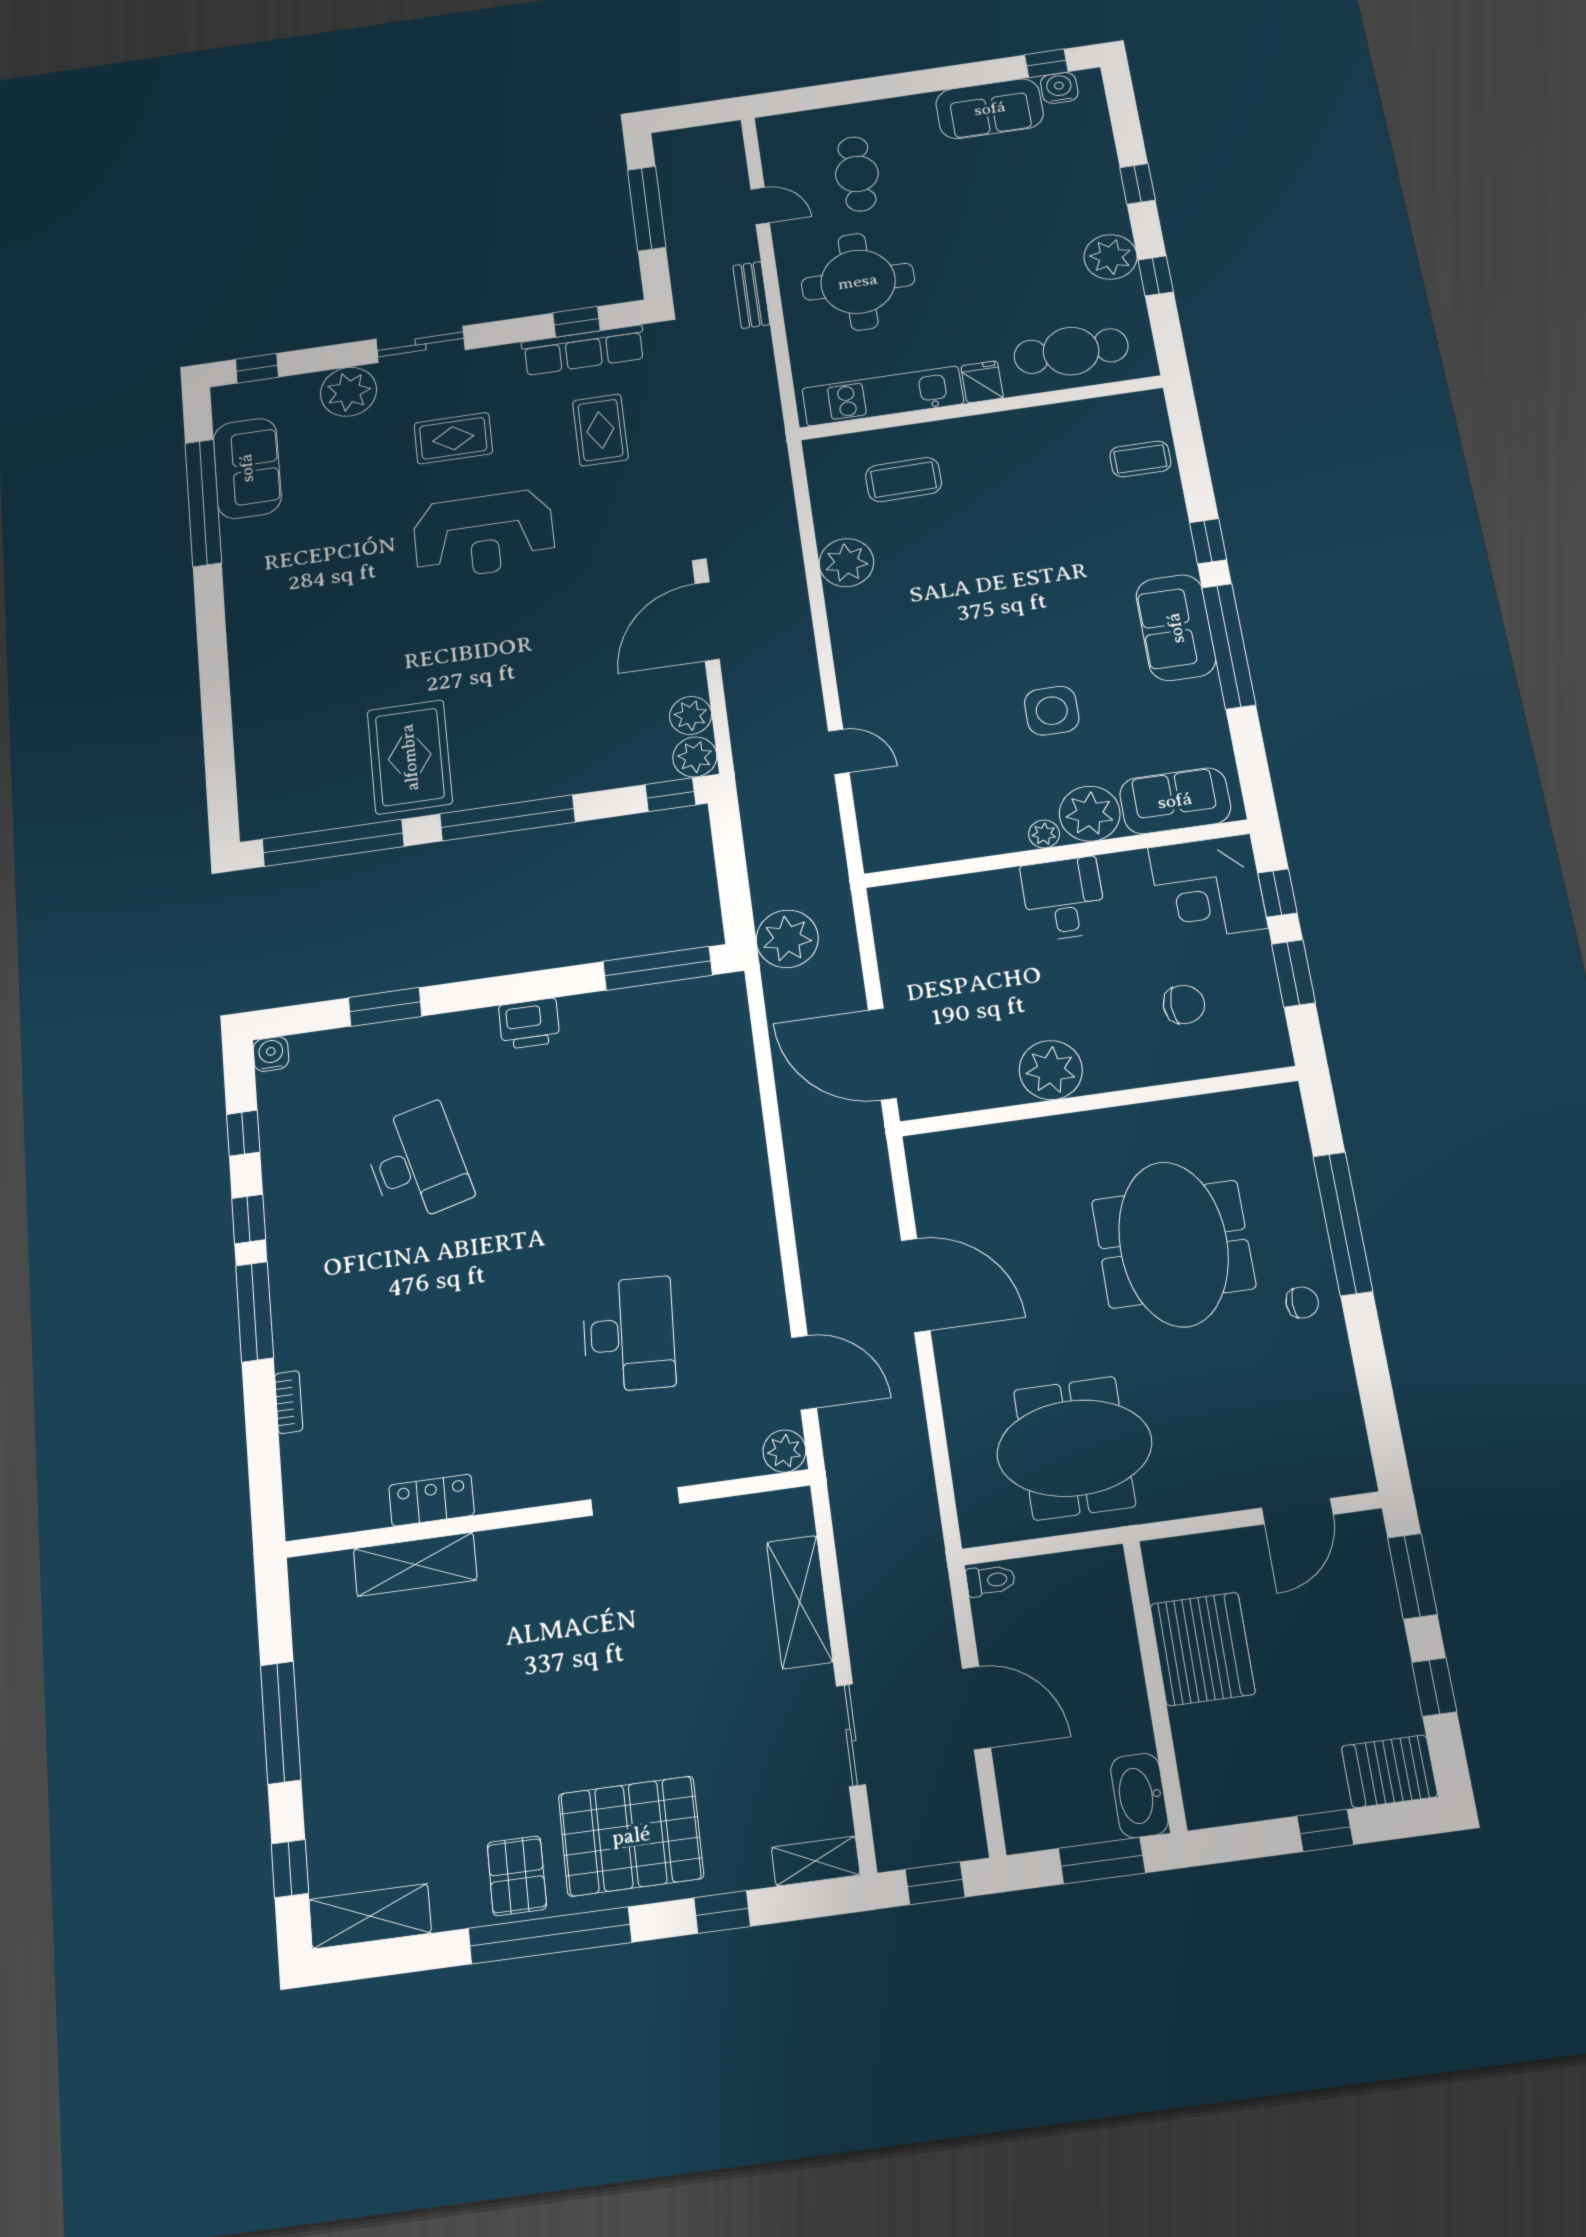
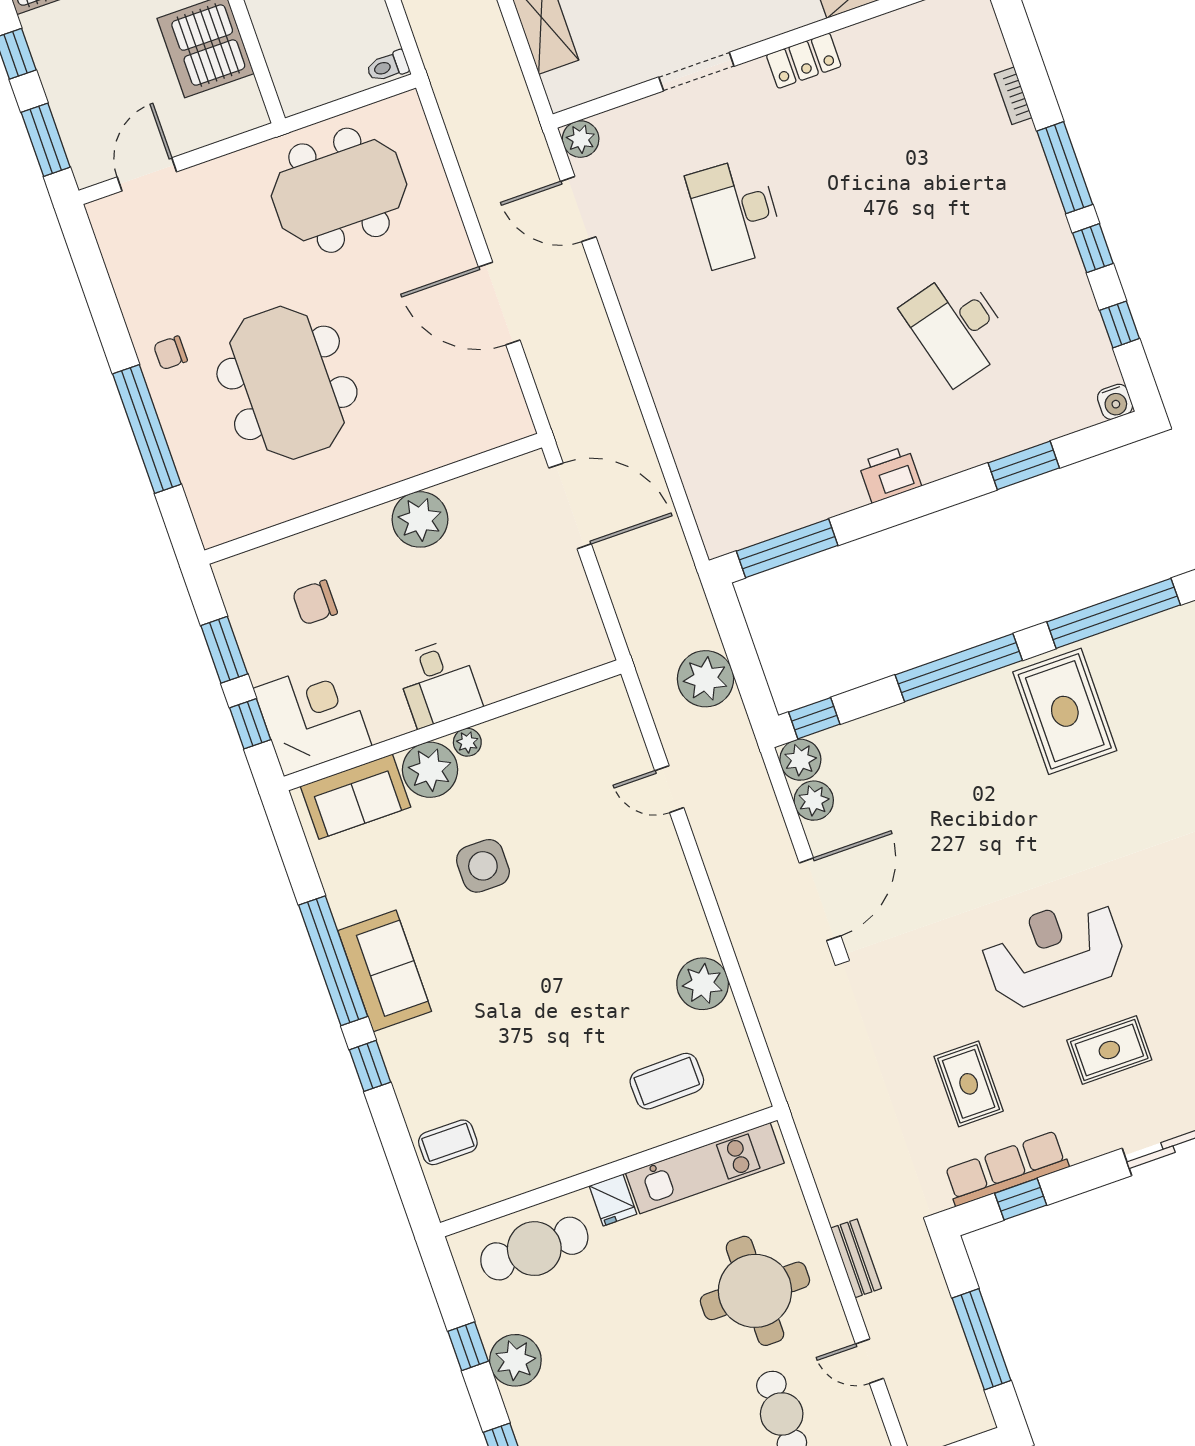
plant: (787, 939) -> (705, 679), moved
locker: (432, 1500) -> (804, 61), moved

